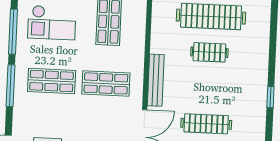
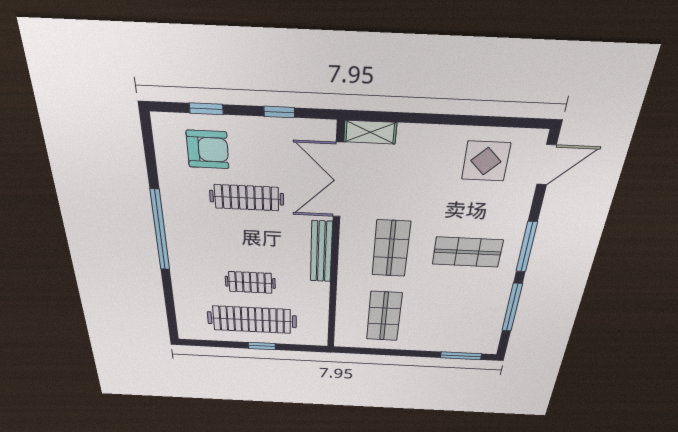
checkout: (52, 23) -> (459, 316), removed
shop shelf: (106, 83) -> (391, 249), turned 90
window: (270, 97) -> (160, 231), width x3.17

